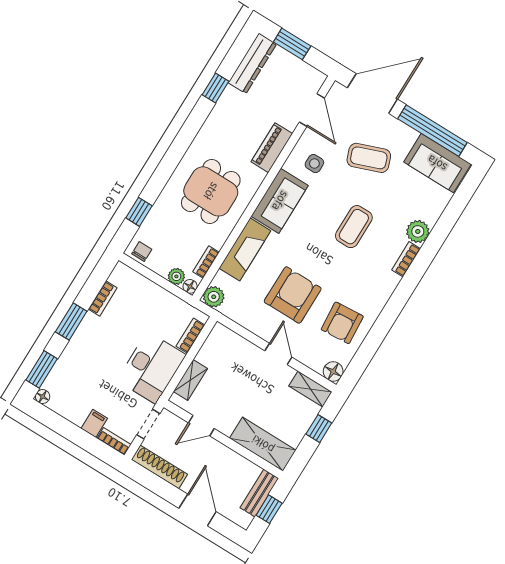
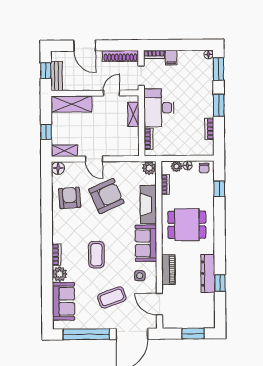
dresser: (252, 63) -> (208, 273), moved
sofa: (437, 163) -> (63, 301), moved, turned 90
dining table: (211, 191) -> (187, 225), turned 90
floor lamp: (190, 286) -> (187, 165), moved
armchair: (293, 295) -> (106, 196), turned -114

